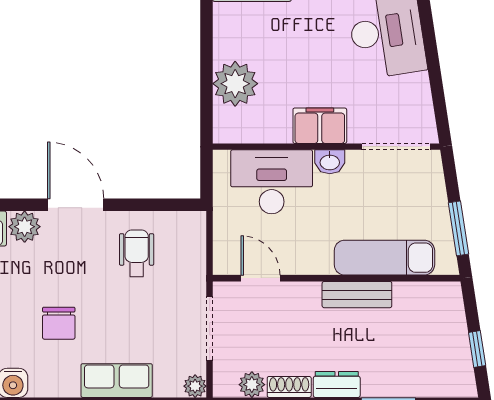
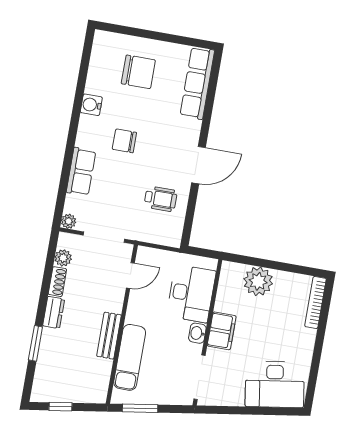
plant: (25, 227) -> (190, 130), removed

